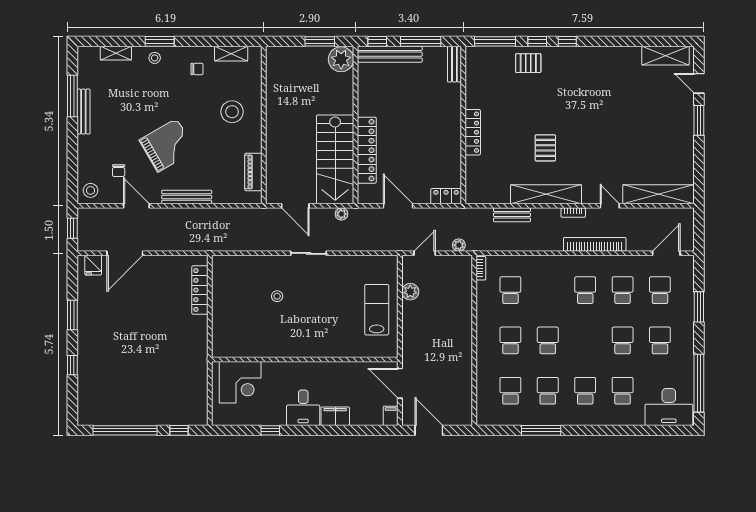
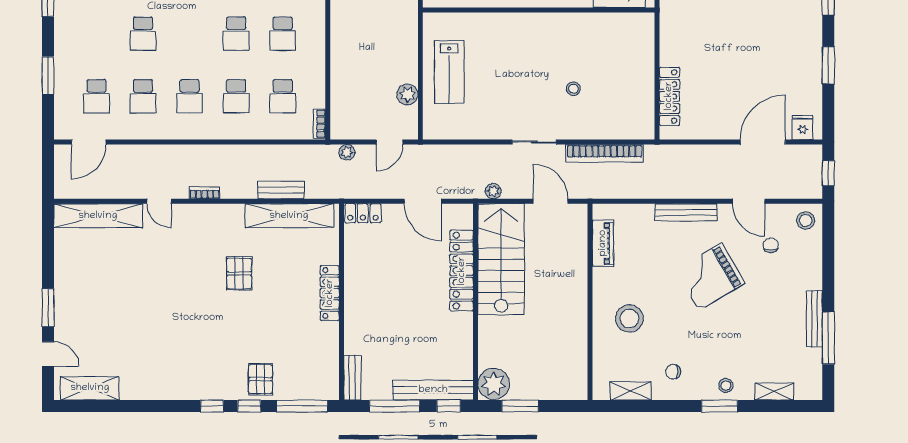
pallet: (528, 63) -> (261, 379), turned 90
shelving: (546, 194) -> (289, 216), moved
bookcase: (595, 244) -> (604, 153), moved
school desk: (660, 340) -> (236, 96), moved

